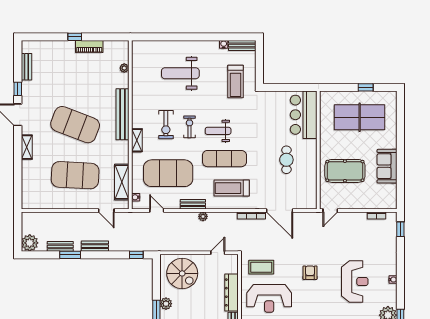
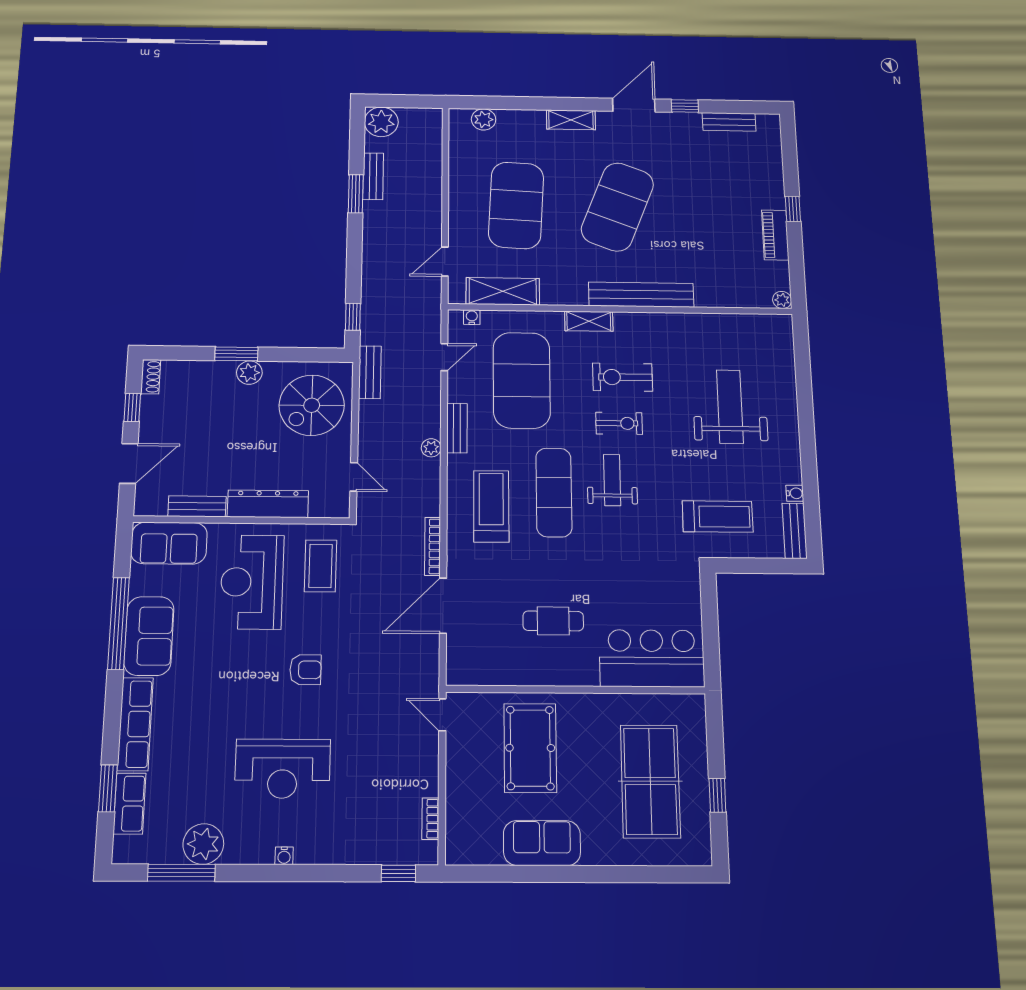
plant: (124, 68) -> (782, 300), moved
treadmill: (236, 82) -> (718, 517), turned 180
plant: (27, 191) -> (484, 119), added
bench: (95, 246) -> (370, 372), moved

